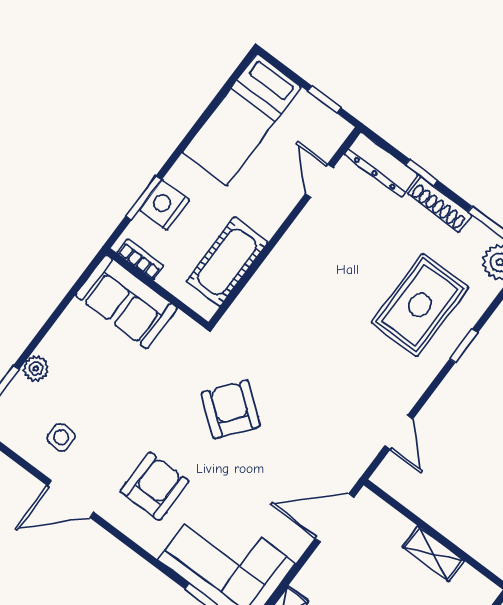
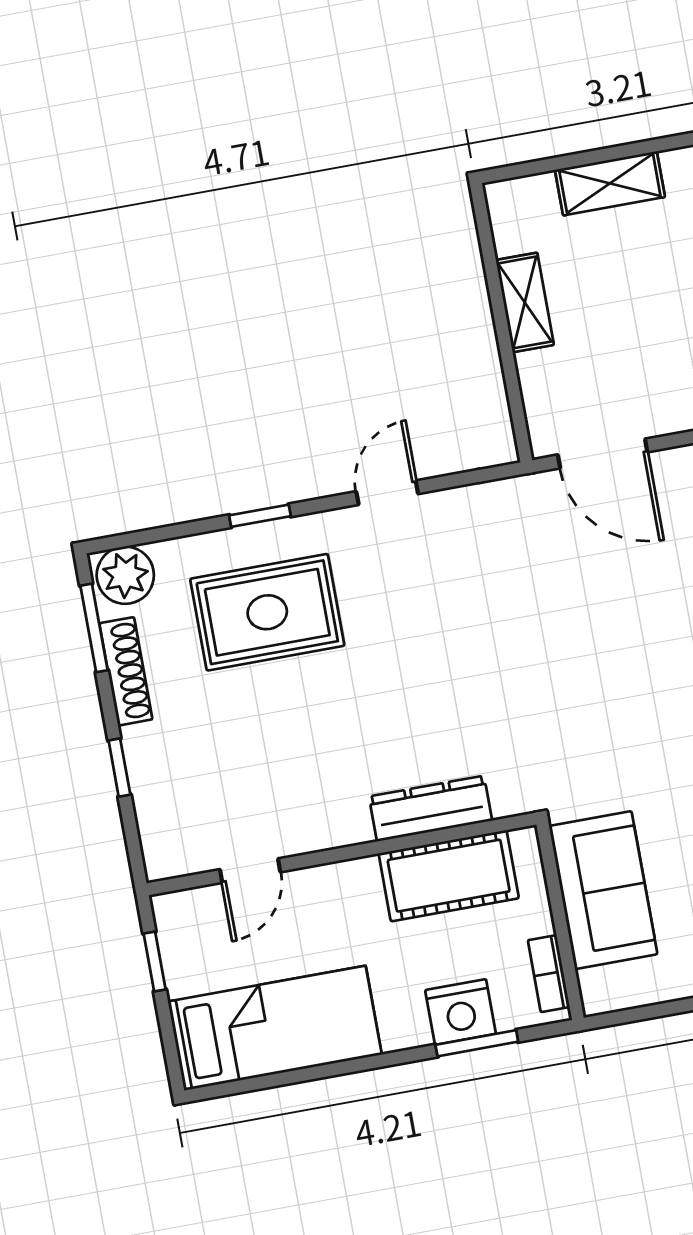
dresser: (381, 164) -> (430, 809), moved, turned -90
shoe rack: (440, 204) -> (126, 671), moved
sofa: (126, 302) -> (603, 890), moved
armchair: (231, 409) -> (606, 696), removed
door: (399, 432) -> (387, 493), moved

